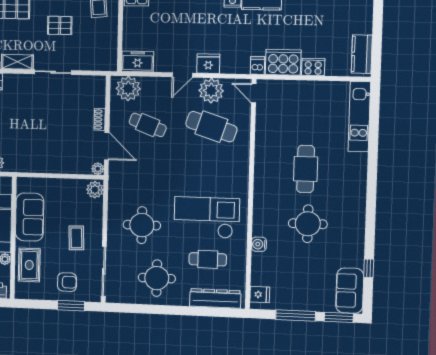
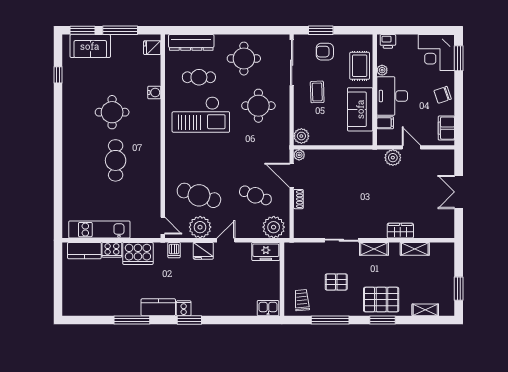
kitchen counter: (362, 54) -> (84, 251), moved, turned 90
dishwasher: (257, 65) -> (174, 250), moved
kitchen unit: (359, 117) -> (99, 230), moved, turned -90
sofa: (350, 291) -> (90, 46), moved, turned 90

